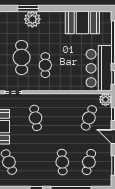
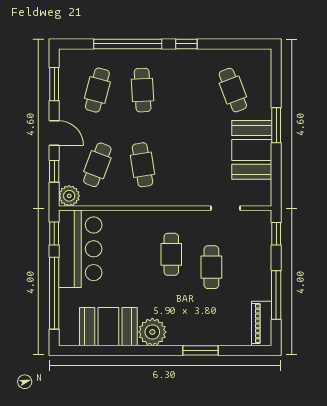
plant: (32, 19) -> (152, 332), moved
cafe table: (22, 57) -> (211, 267), width x0.73, depth x0.74
cafe table: (36, 118) -> (143, 165), moved

